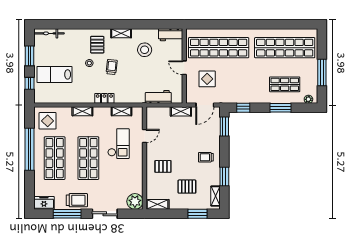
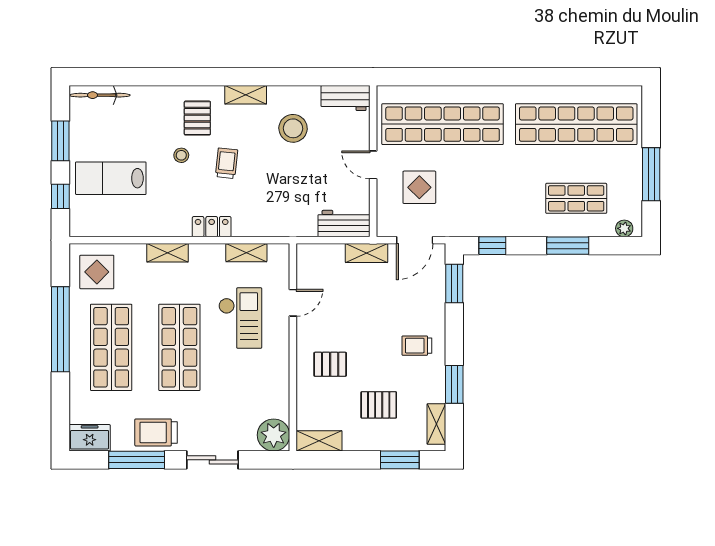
workbench: (158, 97) -> (344, 224), moved
trolley: (77, 200) -> (156, 432), turned 180

